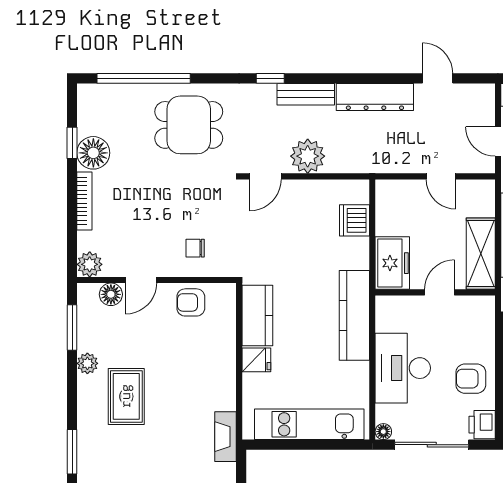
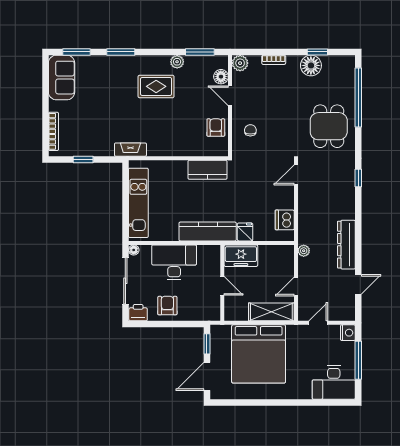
bench: (306, 94) -> (348, 201), removed
plant: (308, 156) -> (304, 251), moved, width x0.53, depth x0.53
door: (265, 176) -> (296, 175), hinge flipped
bookcase: (84, 201) -> (274, 60), width x0.64
dishwasher: (355, 220) -> (285, 220), moved, turned -90
shelving: (481, 254) -> (271, 312), moved
fridge: (256, 360) -> (245, 232), moved, turned 180

